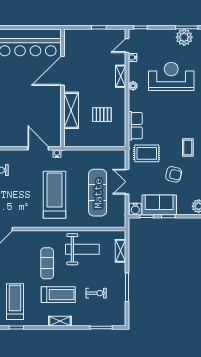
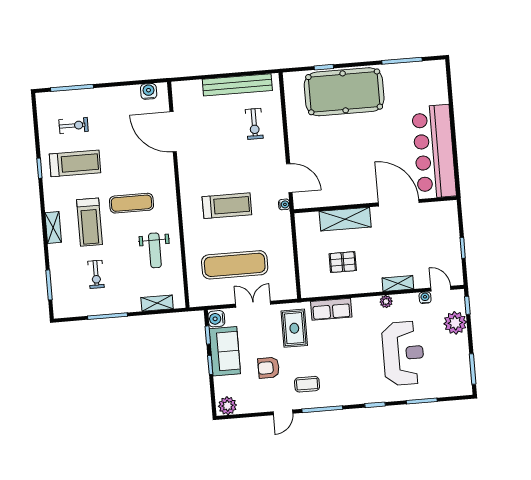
plant: (184, 37) -> (455, 323), moved
pallet: (102, 115) -> (343, 262), turned 90
door: (38, 148) -> (289, 178), hinge flipped
armchair: (174, 174) -> (269, 368), turned 77
treadmill: (54, 195) -> (227, 206), width x0.73, depth x0.73
weight bench: (82, 249) -> (155, 250), width x0.73, depth x0.75

